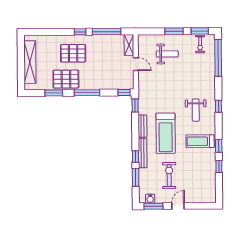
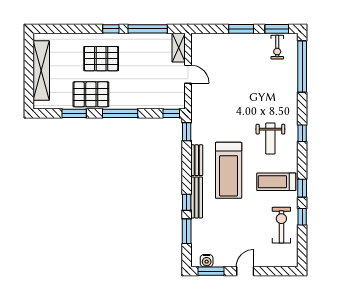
weight bench: (167, 54) -> (232, 60), removed
exercise bike: (169, 175) -> (281, 225), moved

